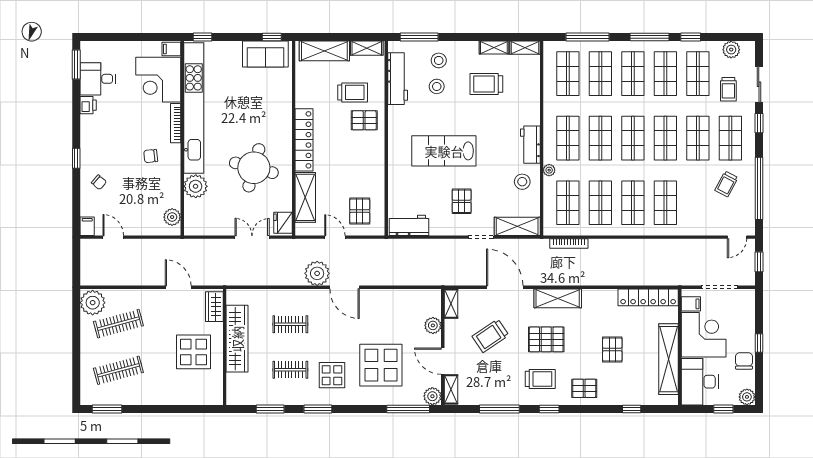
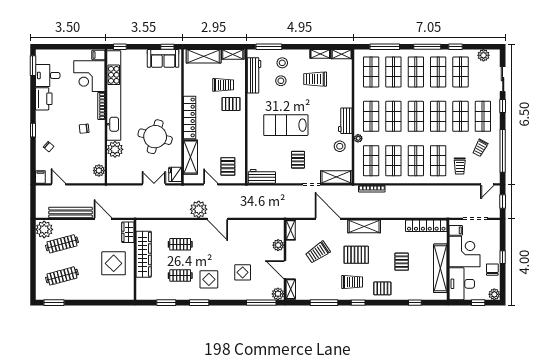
trolley: (728, 89) -> (460, 166), moved
printer: (88, 105) -> (44, 99), width x1.87, depth x1.48
bench: (131, 278) -> (71, 212), added
display table: (381, 365) -> (243, 272), width x0.54, depth x0.54

